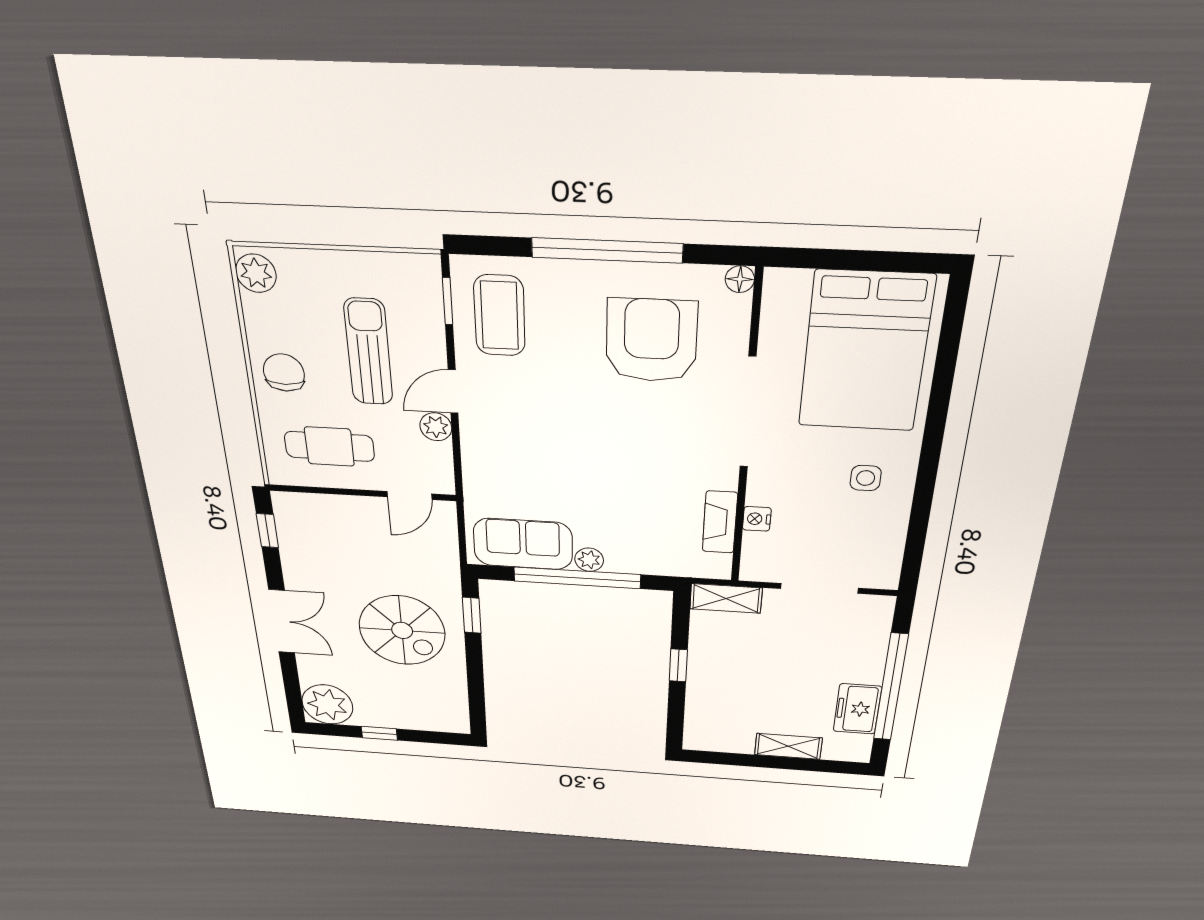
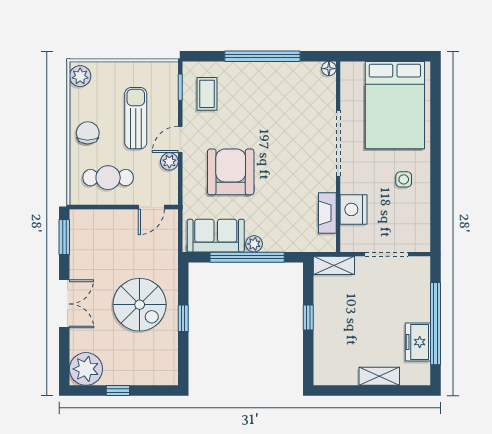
coffee table: (499, 316) -> (207, 94), width x0.73, depth x0.77
armchair: (651, 341) -> (231, 172), moved
nightstand: (757, 519) -> (353, 209), width x1.89, depth x1.79
window: (267, 531) -> (64, 237), width x1.50
window: (472, 615) -> (183, 318), moved

